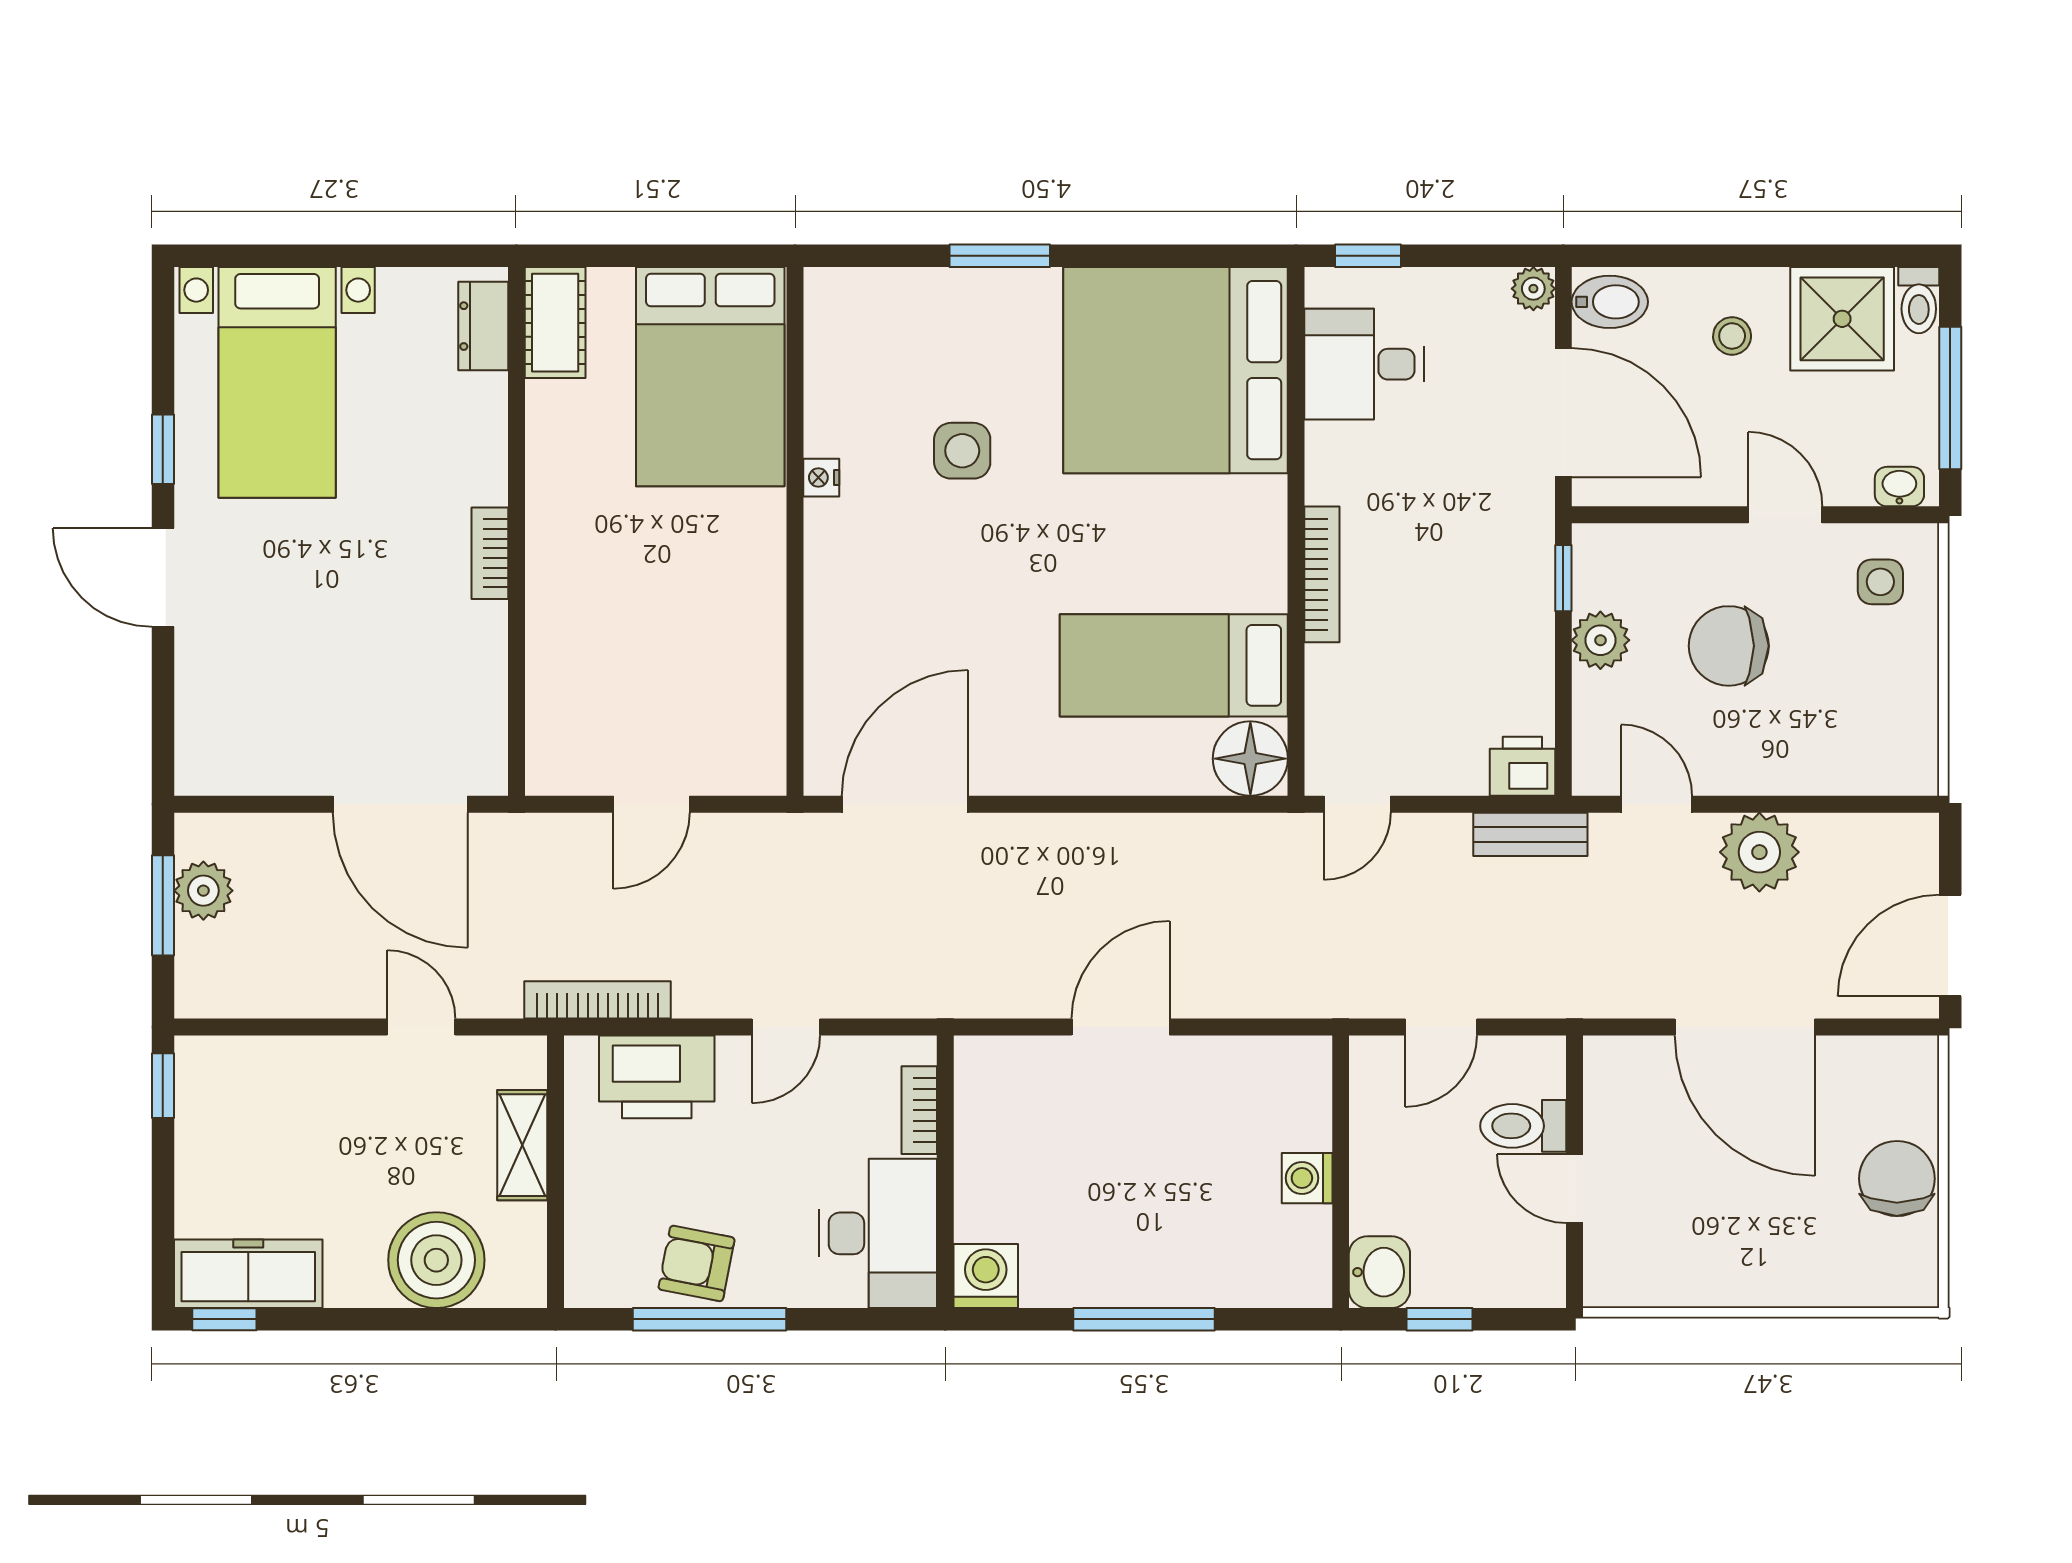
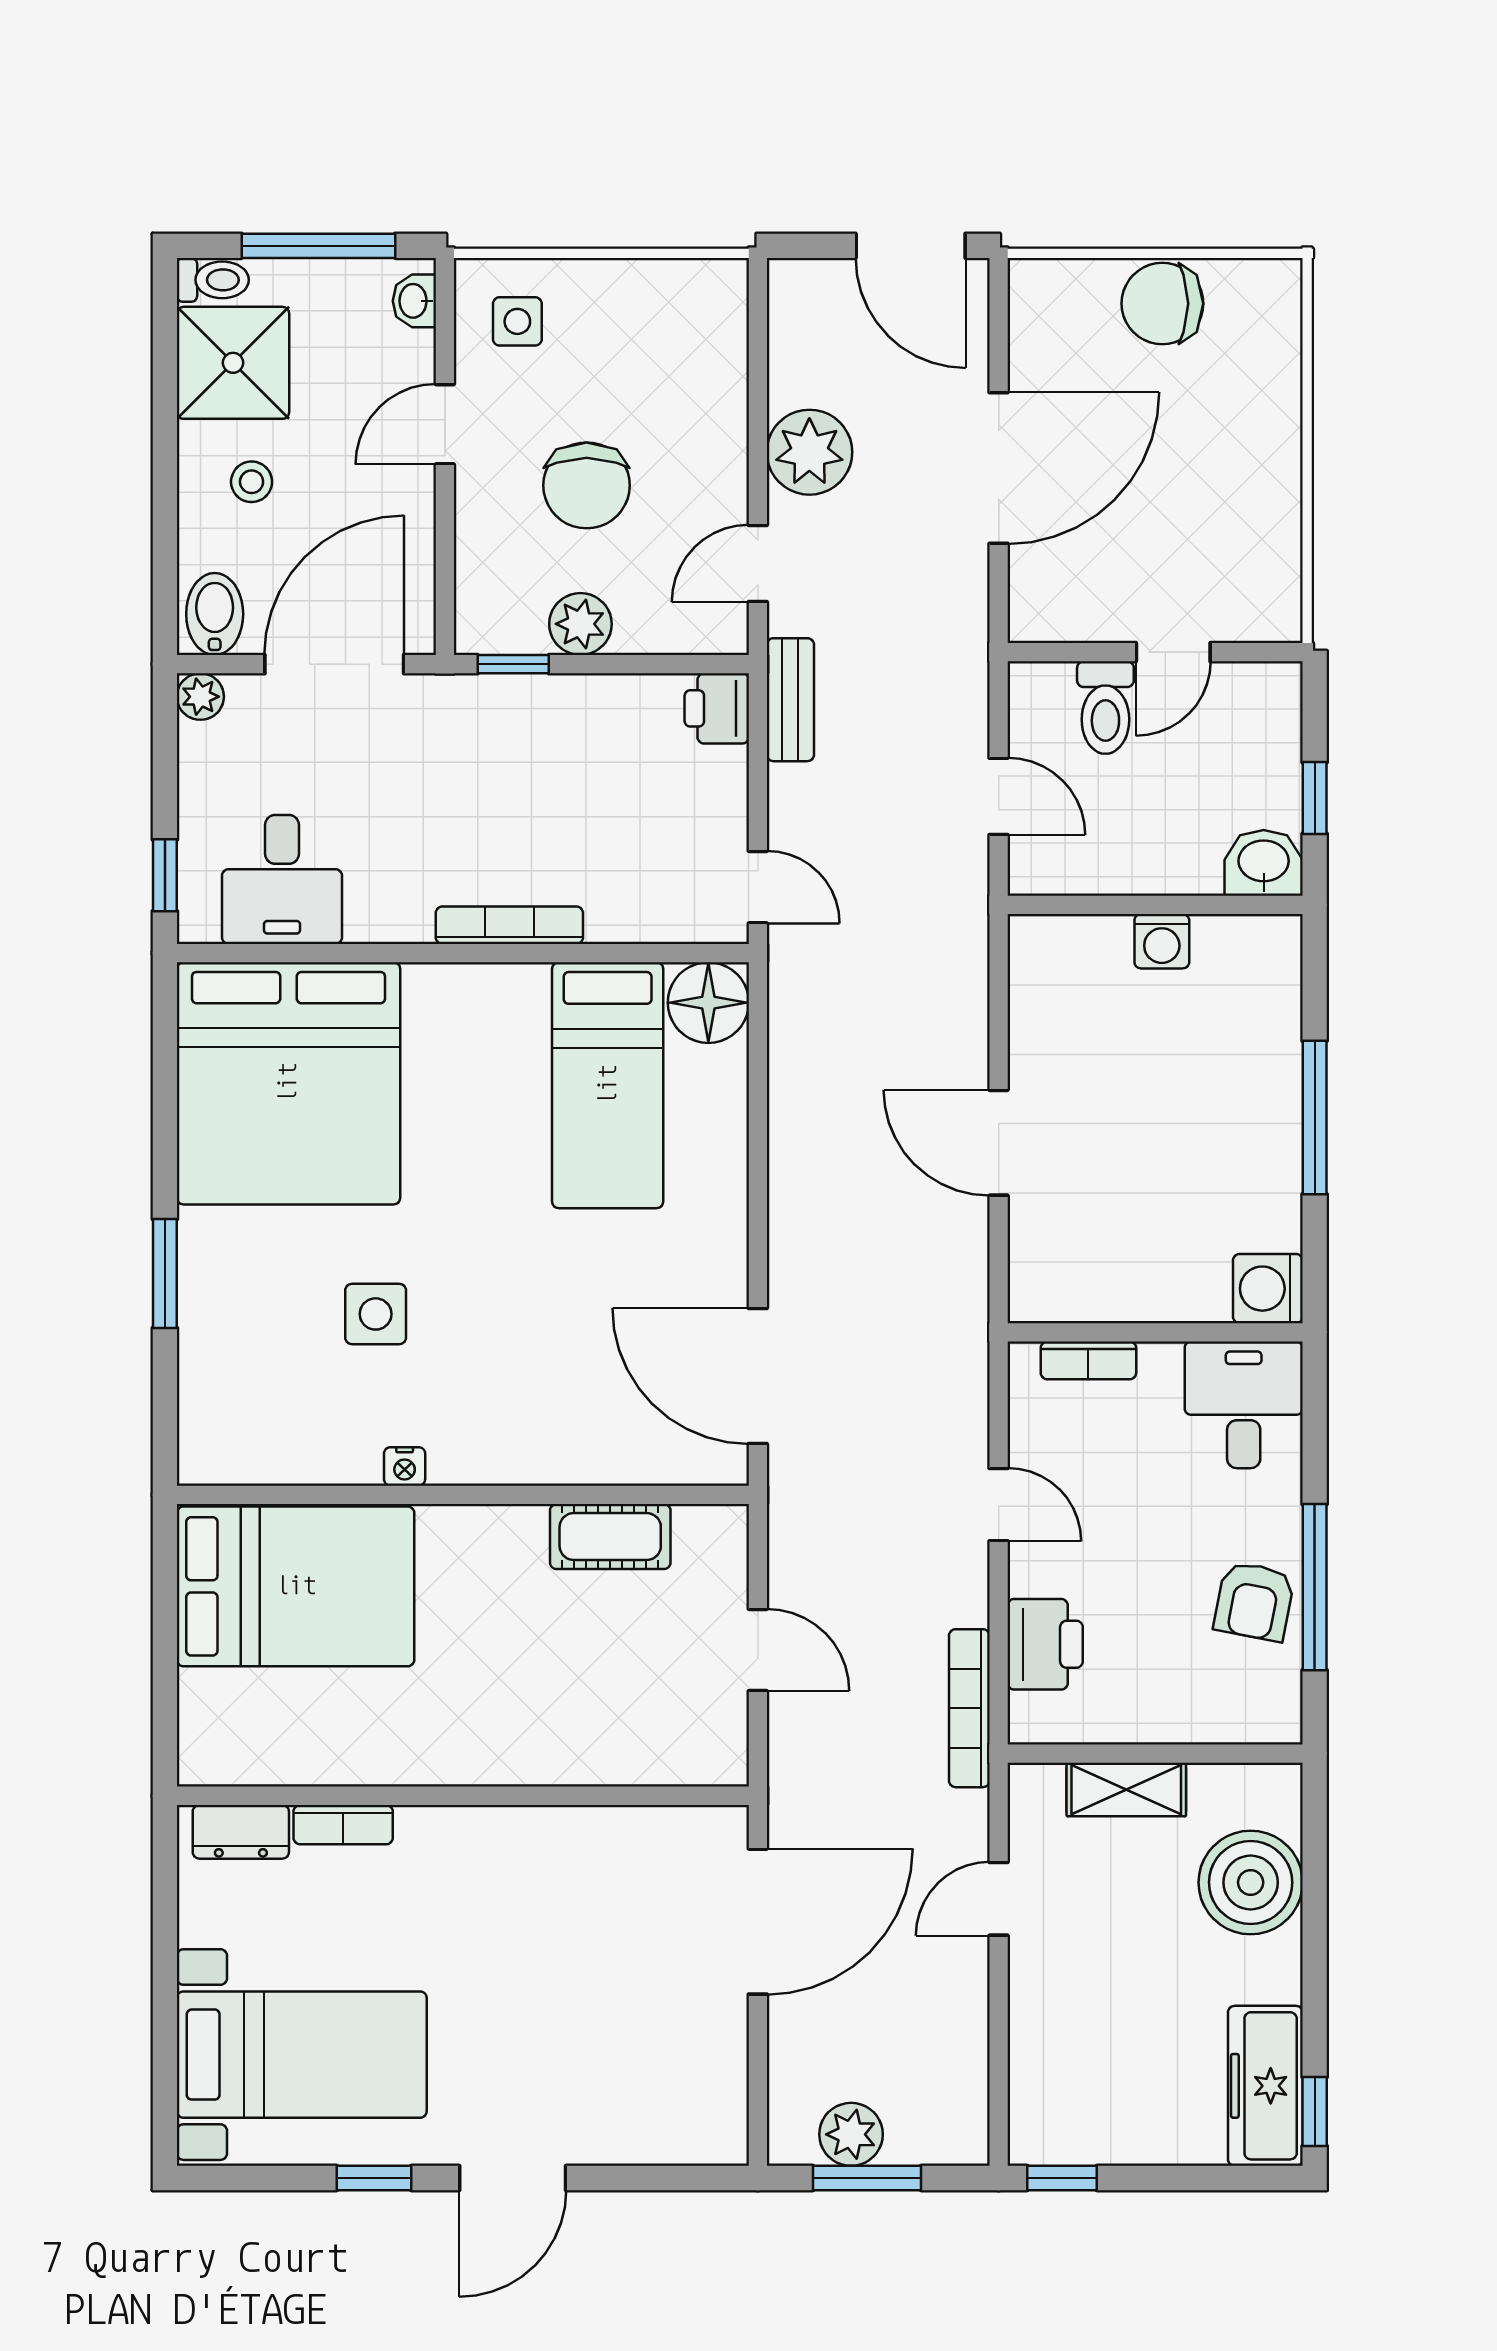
cot: (555, 323) -> (610, 1537), moved
bookcase: (490, 553) -> (343, 1825), moved
printer: (657, 1077) -> (1045, 1644), width x0.73, depth x0.84
desk: (878, 1233) -> (1244, 1405), width x0.73

